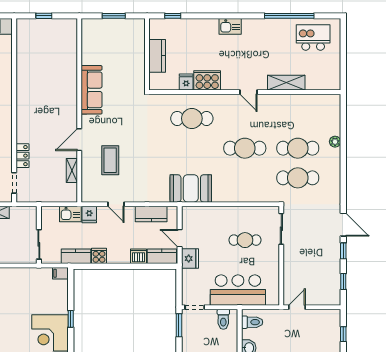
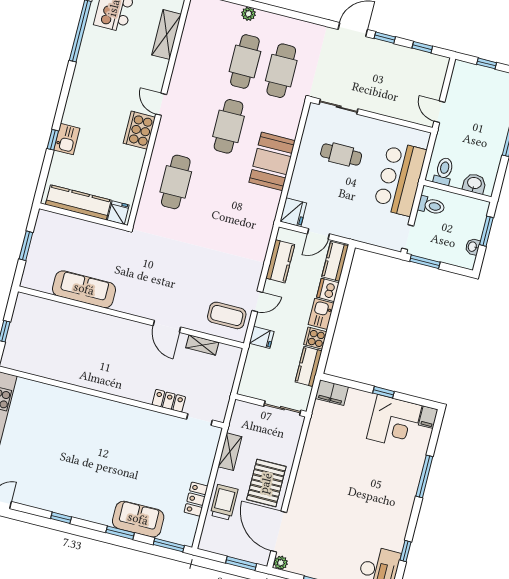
window: (173, 16) -> (53, 140), moved
kitchen sink: (230, 26) -> (67, 139), moved
kitchen counter: (157, 56) -> (78, 202), width x1.50
cooker: (207, 80) -> (139, 130), moved
fridge: (186, 82) -> (118, 213), moved, turned 90
shelving: (286, 83) -> (166, 35), moved
sofa: (92, 90) -> (84, 289), moved
door: (249, 92) -> (161, 104), swing flipped
coffee table: (110, 160) -> (227, 315), moved
booth: (191, 188) -> (272, 161), moved
kitchen sink: (70, 214) -> (321, 314), moved, turned 180
cafe table: (245, 240) -> (341, 155), turned 90
fridge: (190, 259) -> (293, 212), moved, turned 90
filing cabinet: (60, 273) -> (332, 393), width x2.00

